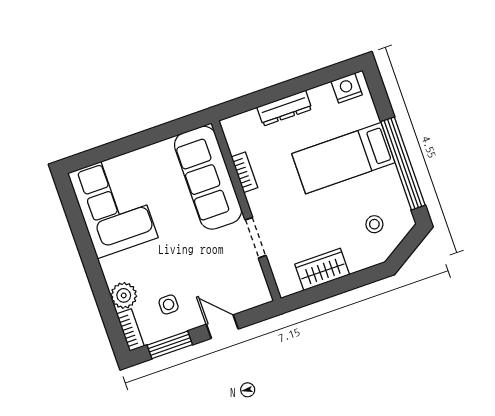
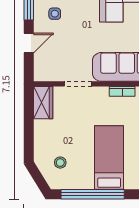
wardrobe: (322, 269) -> (43, 103), moved

